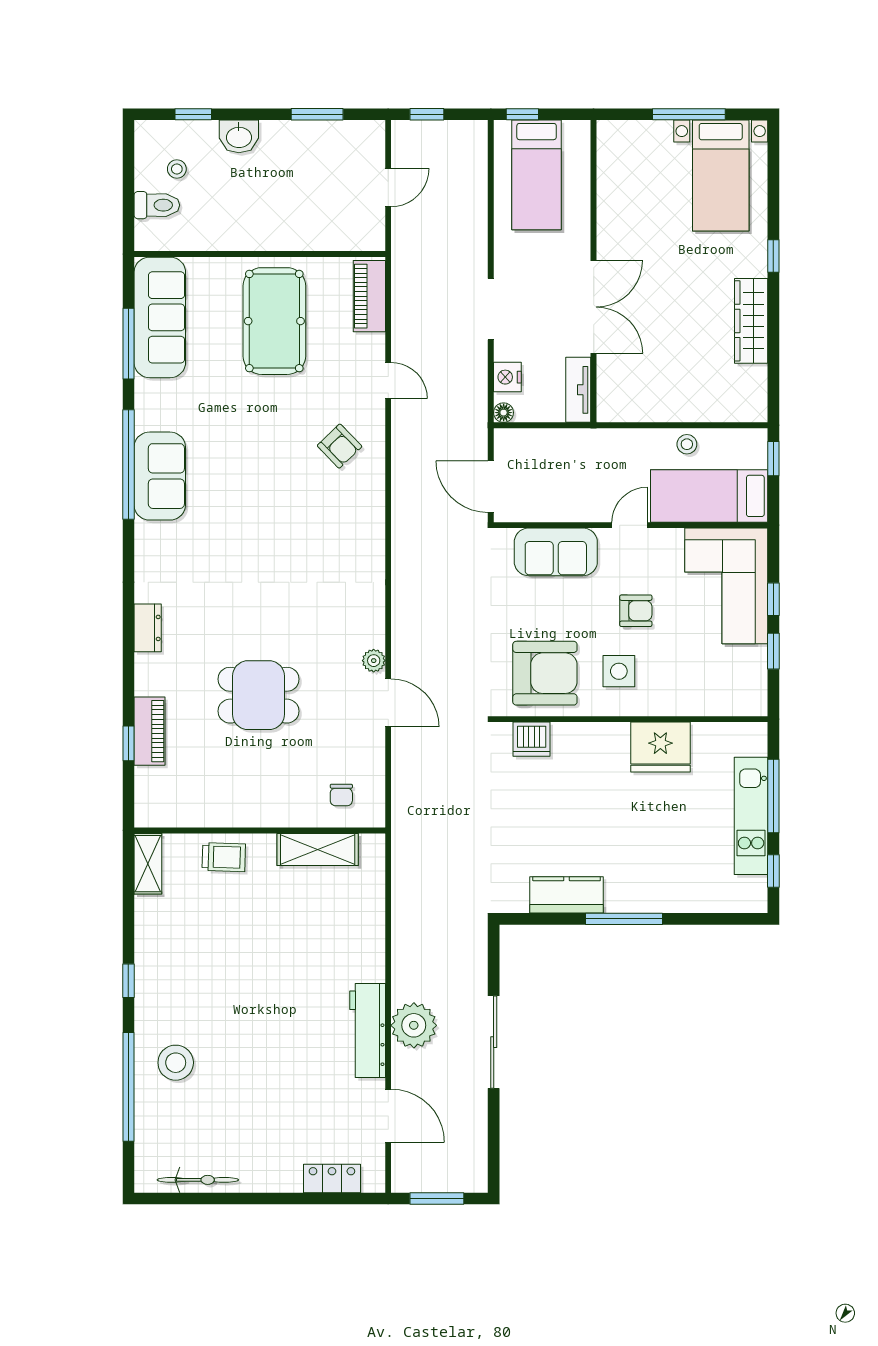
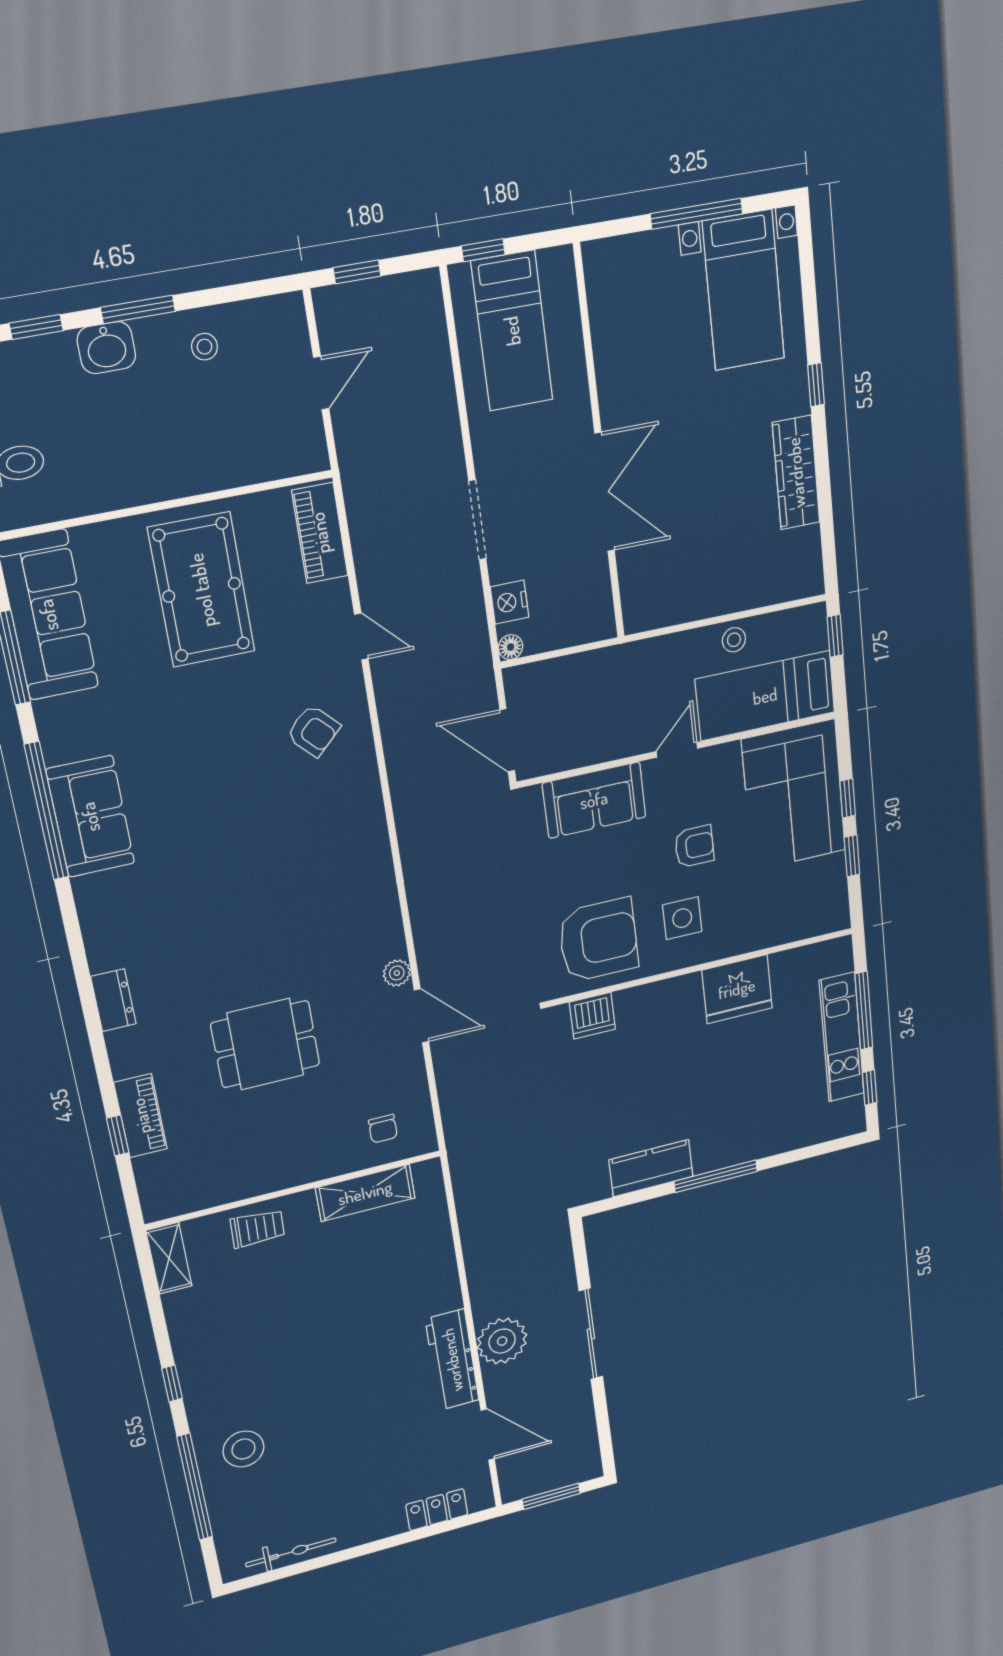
window: (317, 114) -> (138, 309), moved
stool: (177, 169) -> (204, 347), moved
tv unit: (578, 390) -> (598, 600), removed

